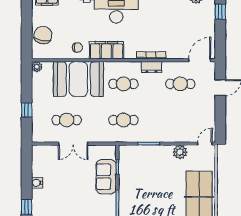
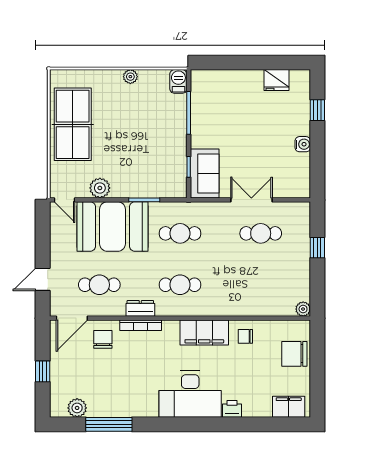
window: (220, 12) -> (43, 371), moved
chair: (43, 35) -> (294, 354), turned 80
chair: (178, 45) -> (103, 339), added
booth: (78, 79) -> (113, 227), moved
door: (205, 144) -> (65, 200), hinge flipped
sofa: (106, 177) -> (205, 173), moved

